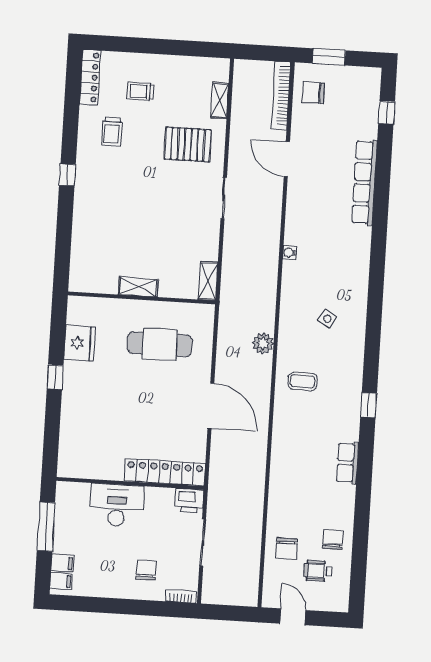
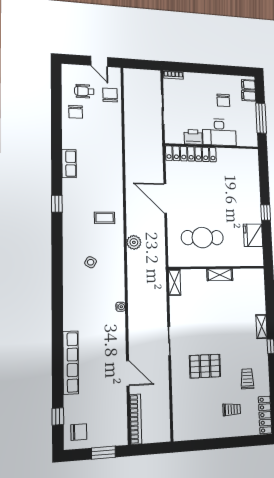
chair: (313, 92) -> (79, 432), moved
shelving: (220, 100) -> (262, 327), moved
pallet: (188, 144) -> (205, 366), moved
printer: (189, 500) -> (193, 137), moved
chair: (287, 549) -> (110, 95), moved
chair: (146, 570) -> (223, 100), moved
wheelchair: (318, 571) -> (84, 91), turned 180

